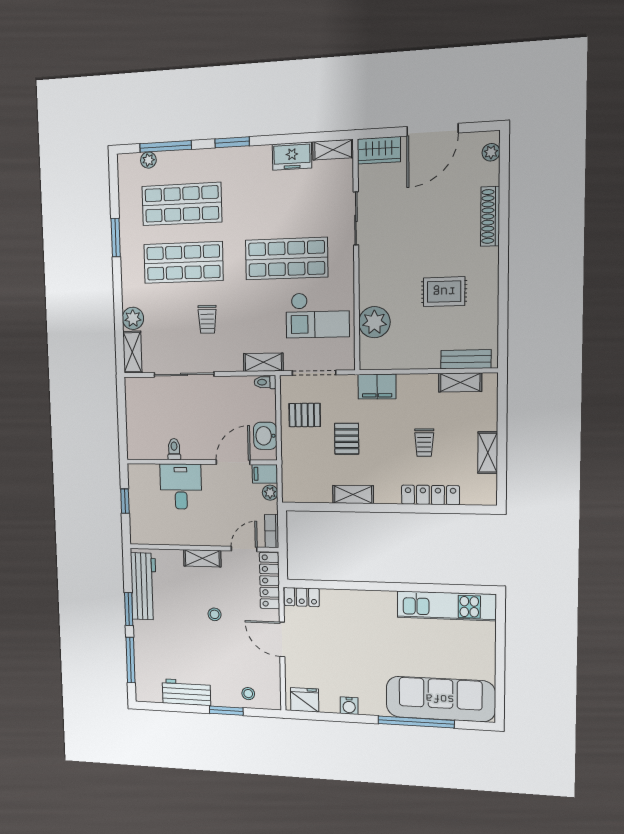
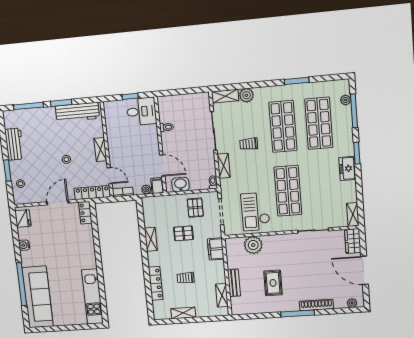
freezer: (292, 156) -> (347, 168), moved
window: (504, 250) -> (298, 313), added
bench: (466, 359) -> (234, 283), moved
shelving: (263, 362) -> (224, 166), moved
desk: (181, 486) -> (141, 111), moved

